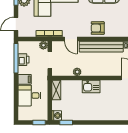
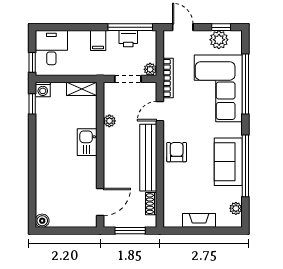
desk: (29, 96) -> (51, 48), moved

